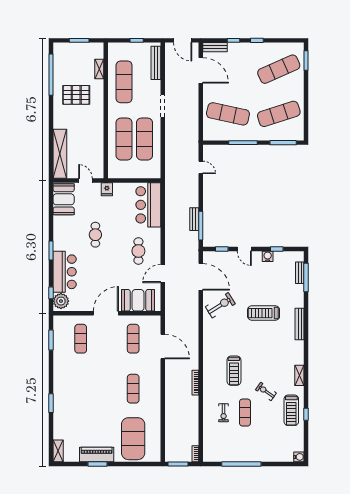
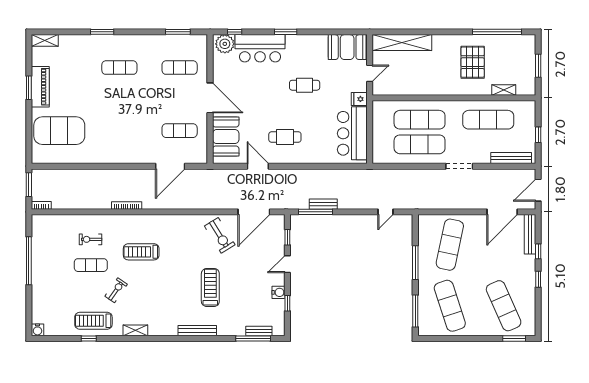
bench: (215, 47) -> (530, 234), width x1.36
bar counter: (148, 205) -> (352, 133), moved, turned -90
exercise mat: (133, 389) -> (119, 68), moved

